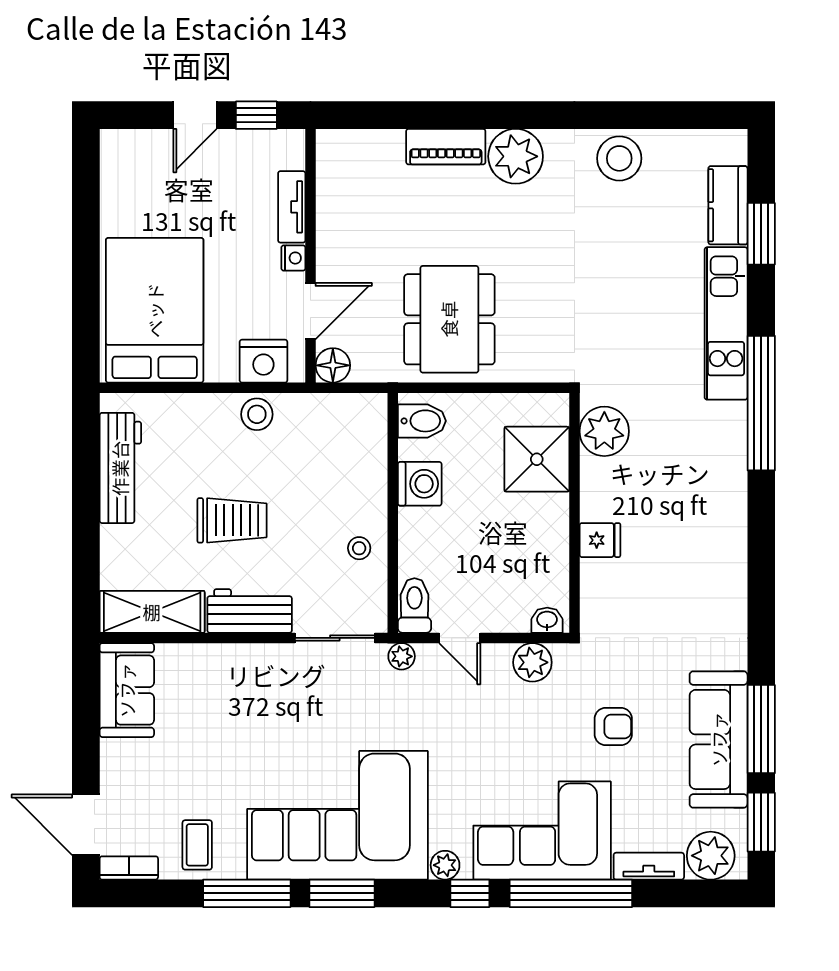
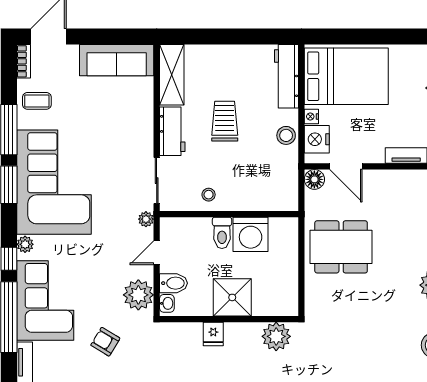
nightstand: (293, 258) -> (311, 116), moved, turned 90
bidet: (422, 421) -> (174, 283), moved, turned -90
shower: (537, 459) -> (232, 297), moved
workbench: (120, 468) -> (286, 76), moved, turned 90
washing machine: (420, 484) -> (251, 234), width x1.37, depth x1.37
trolley: (232, 520) -> (225, 121), turned 180
toilet: (414, 605) -> (222, 233), moved, turned 90
plant: (532, 662) -> (138, 295), width x1.36, depth x1.36
sofa: (127, 690) -> (117, 60), width x1.36
armchair: (613, 727) -> (105, 342), turned 121

